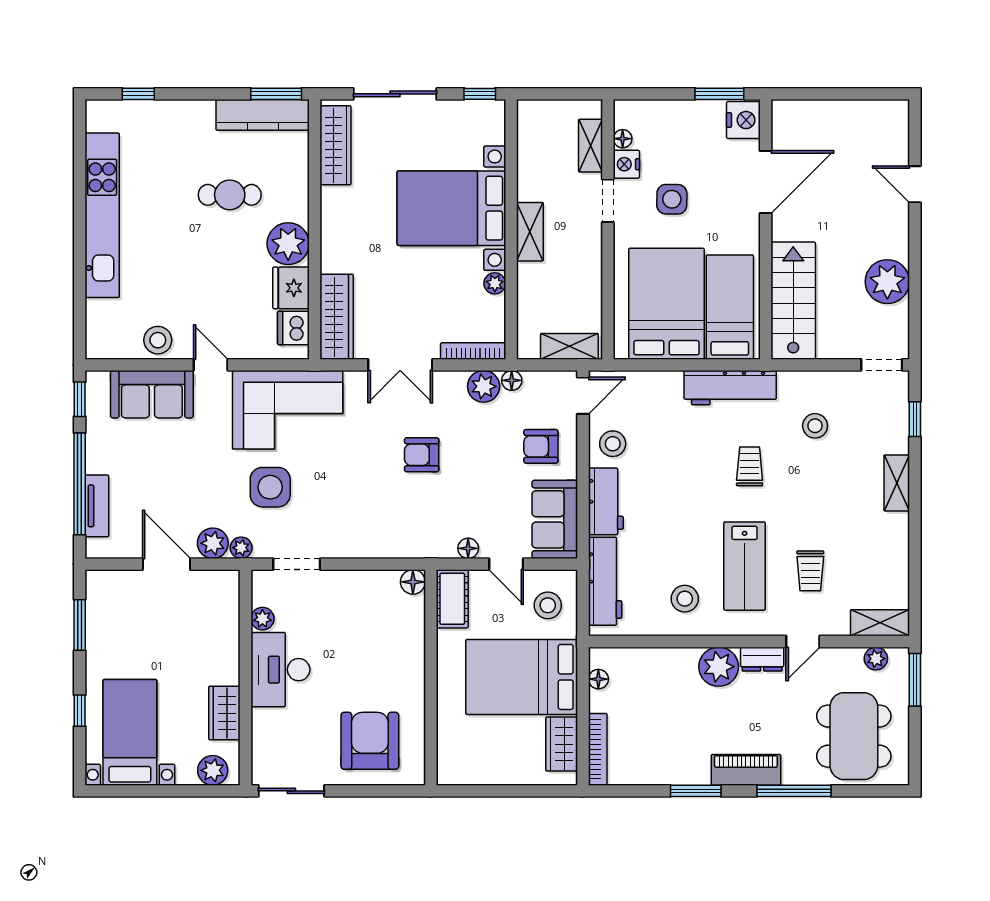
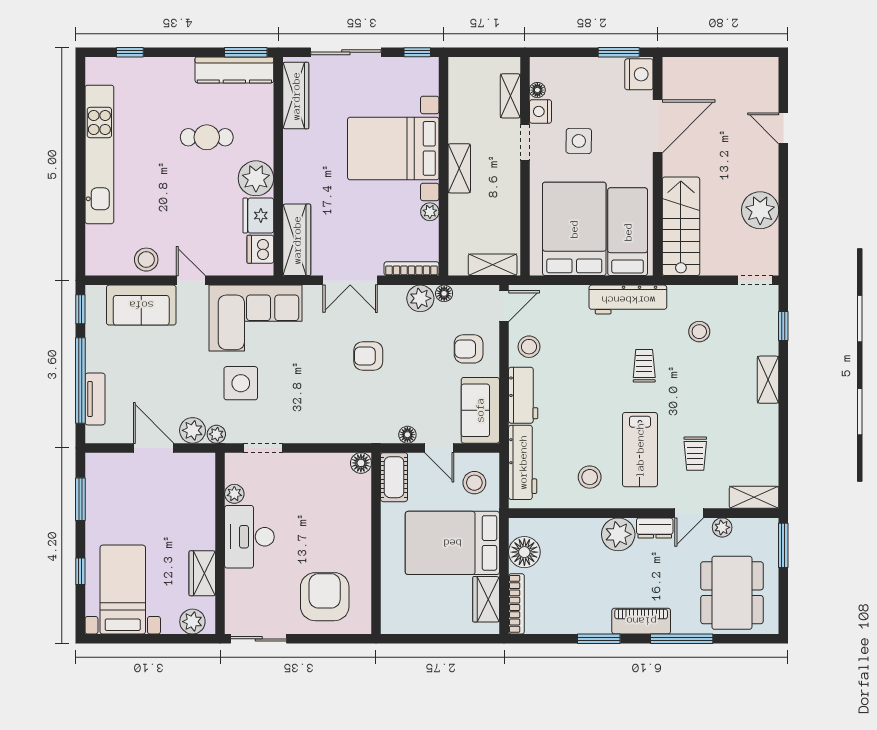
plant: (876, 659) -> (722, 527), moved
floor lamp: (598, 679) -> (524, 552), width x1.89, depth x1.89

